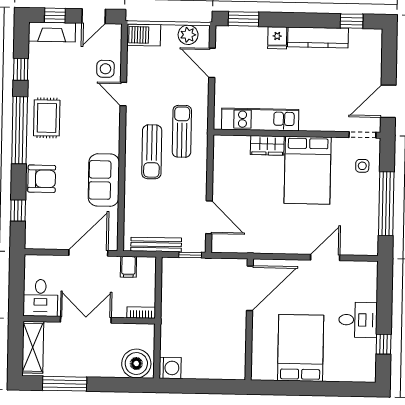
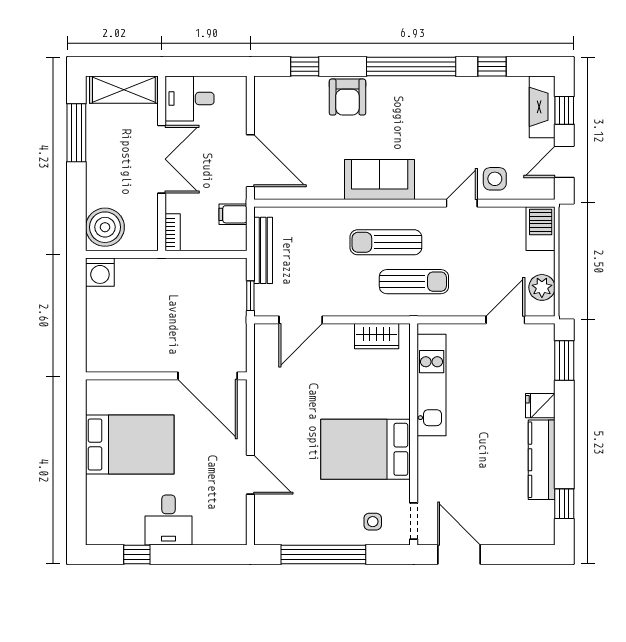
door: (94, 16) -> (564, 162), hinge flipped
rug: (47, 118) -> (428, 102), removed
wardrobe: (267, 145) -> (377, 336), moved, turned -90
sofa: (104, 180) -> (380, 179), moved

